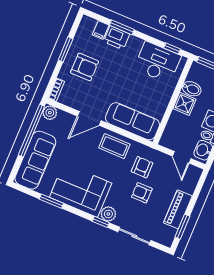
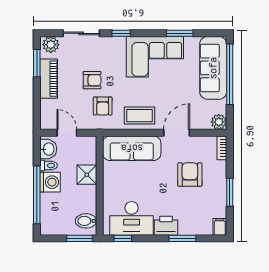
filing cabinet: (101, 30) -> (220, 227), moved
printer: (117, 38) -> (166, 226), moved
armchair: (85, 67) -> (190, 175), moved, turned 90
bidet: (192, 89) -> (86, 221), moved
shower: (184, 104) -> (87, 175), moved
window: (31, 131) -> (230, 74), moved
plant: (108, 214) -> (51, 45), moved

